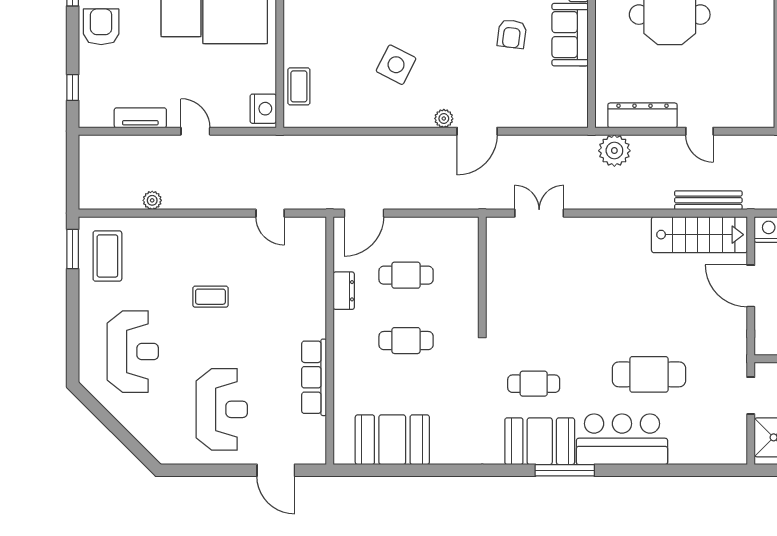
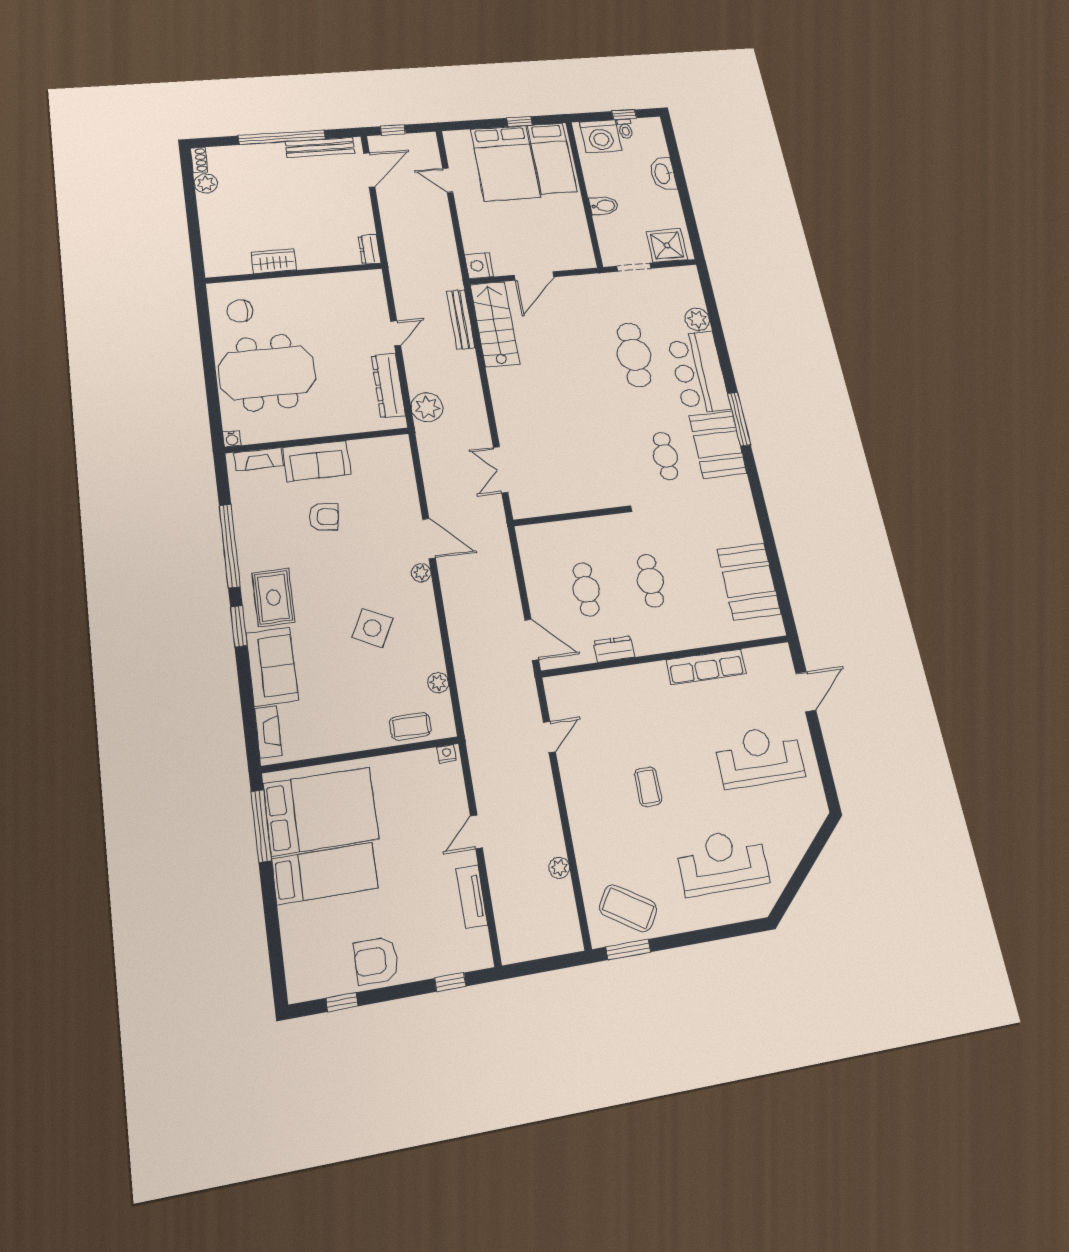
nightstand: (263, 109) -> (447, 754), width x0.53, depth x0.56
plant: (336, 118) -> (438, 683), added
coffee table: (107, 256) -> (628, 908), turned 32
plant: (683, 451) -> (697, 319), added

